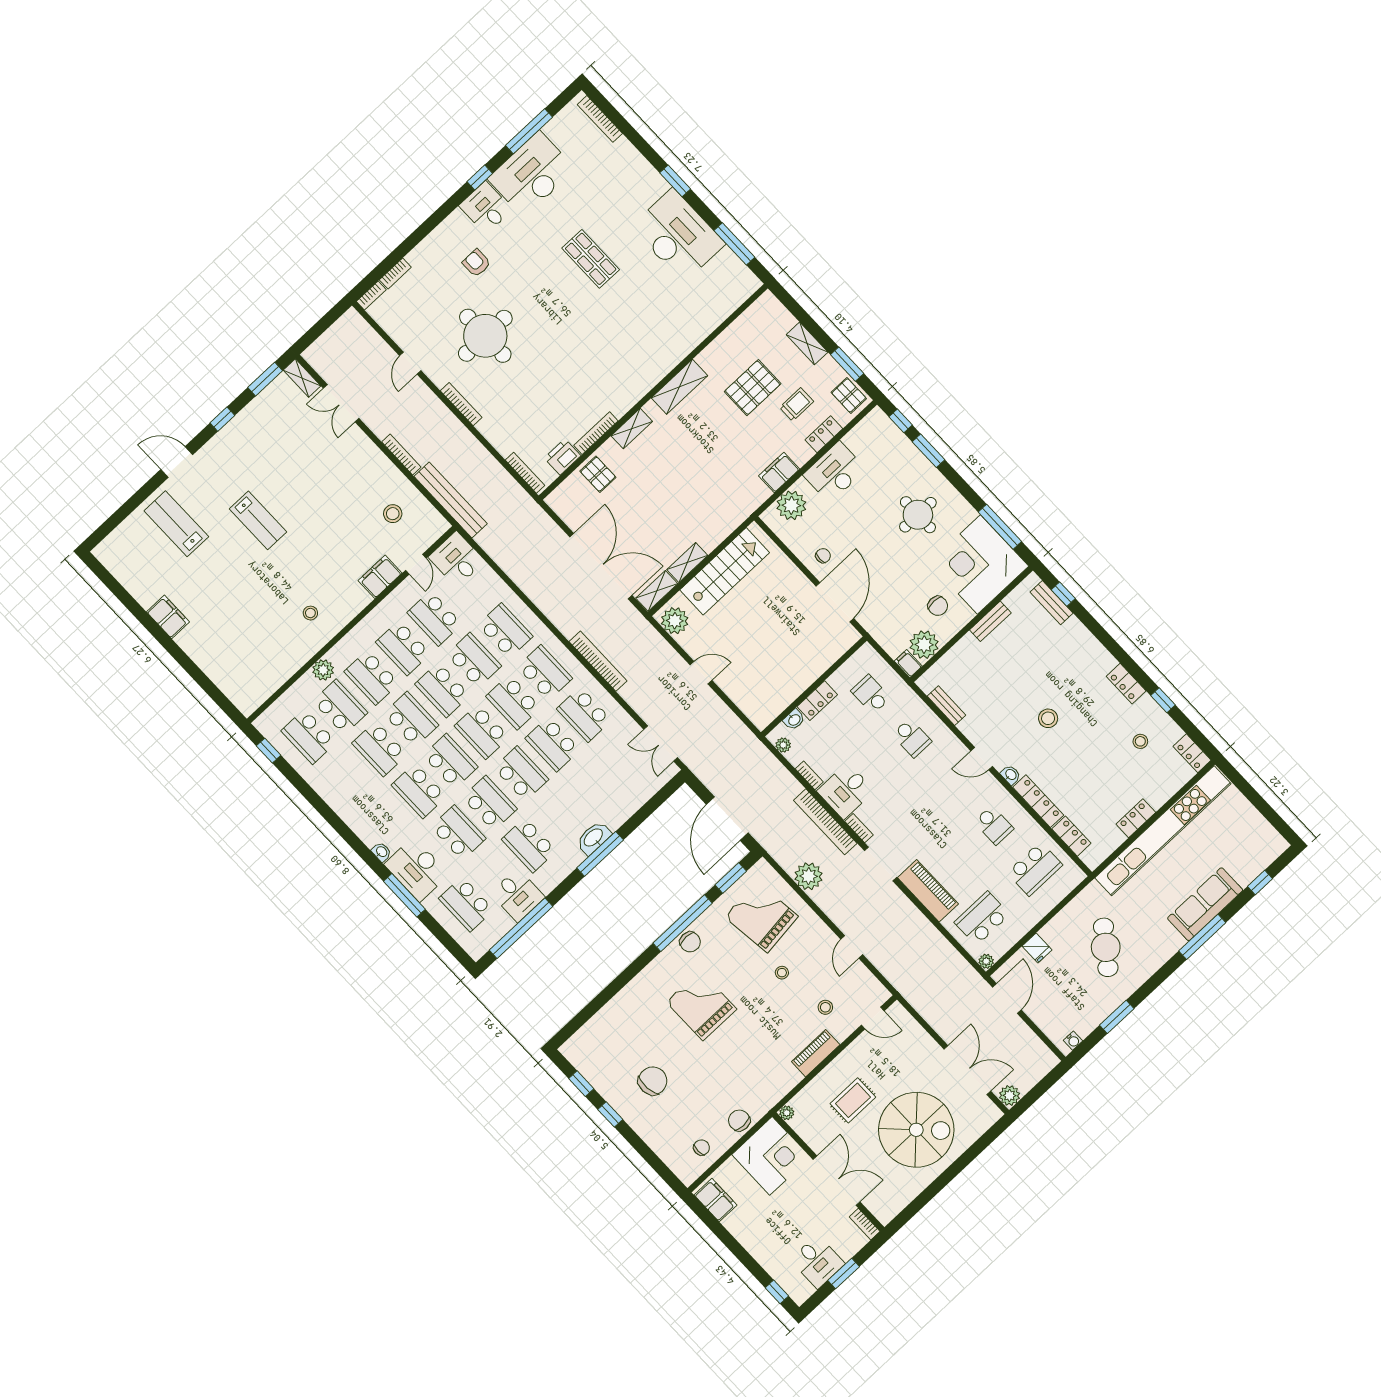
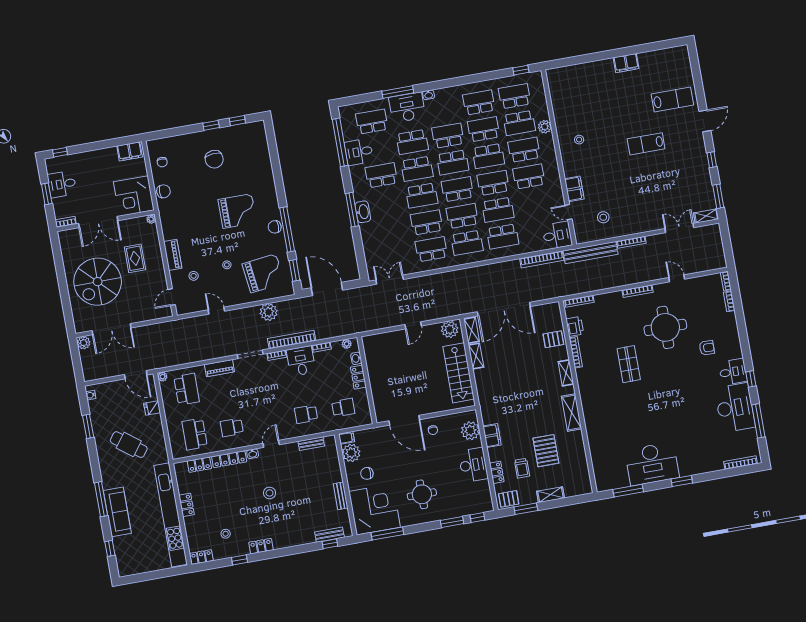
shop shelf: (591, 259) -> (629, 364), moved, turned 90
school desk: (435, 618) -> (479, 103), moved
bookcase: (598, 661) -> (542, 259), moved
piano: (928, 891) -> (219, 368), width x0.73, depth x0.75

